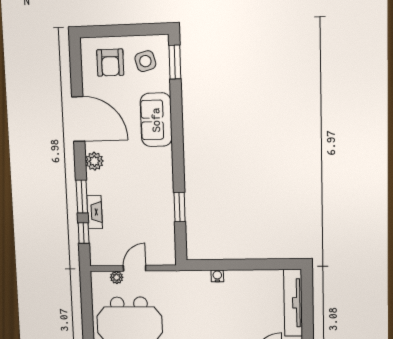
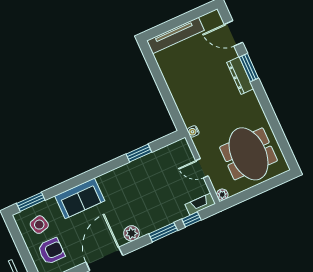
fireplace: (95, 212) -> (200, 204), moved
water cooler: (217, 276) -> (193, 131), moved
plant: (117, 277) -> (222, 195), moved

